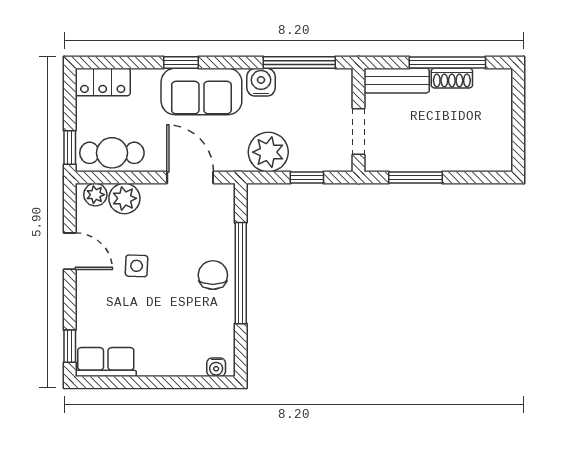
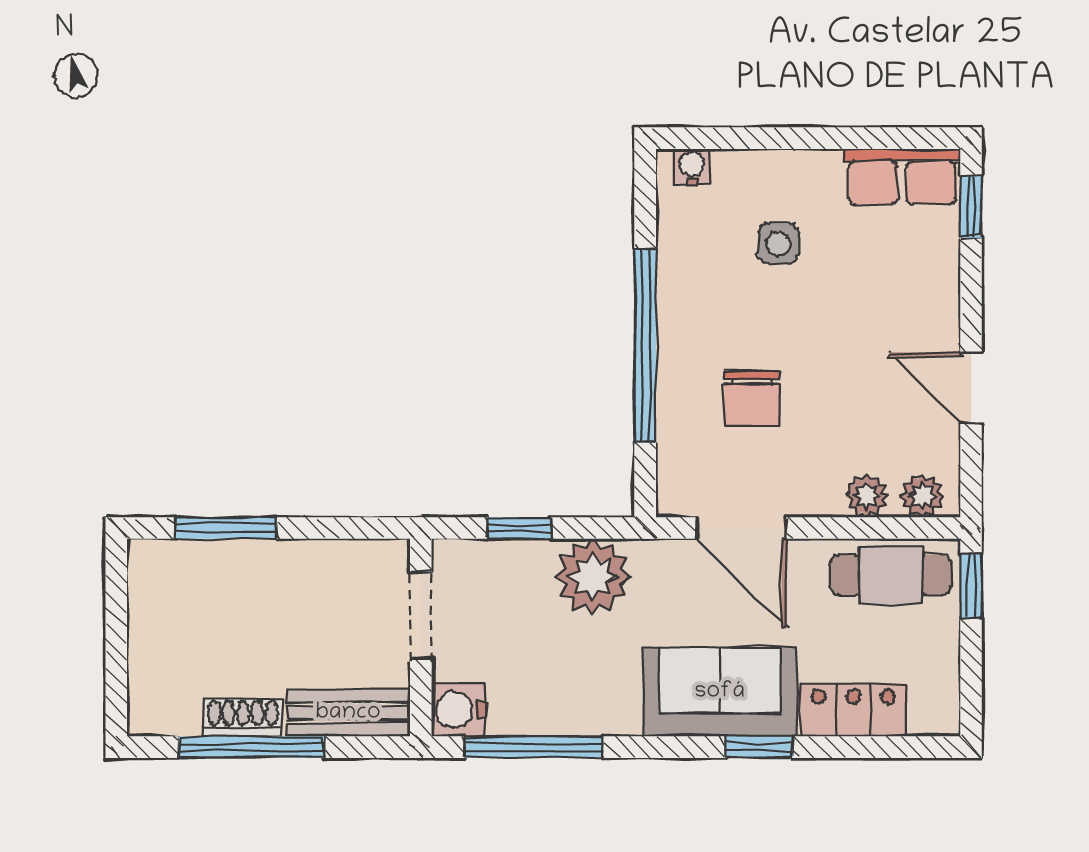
locker: (103, 82) -> (853, 710), moved
water cooler: (261, 82) -> (458, 710), moved, turned 90
window: (416, 178) -> (226, 528), moved
plant: (124, 198) -> (867, 496), width x0.73, depth x0.73
side table: (137, 266) -> (778, 244), moved
chair: (213, 275) -> (752, 398), moved

